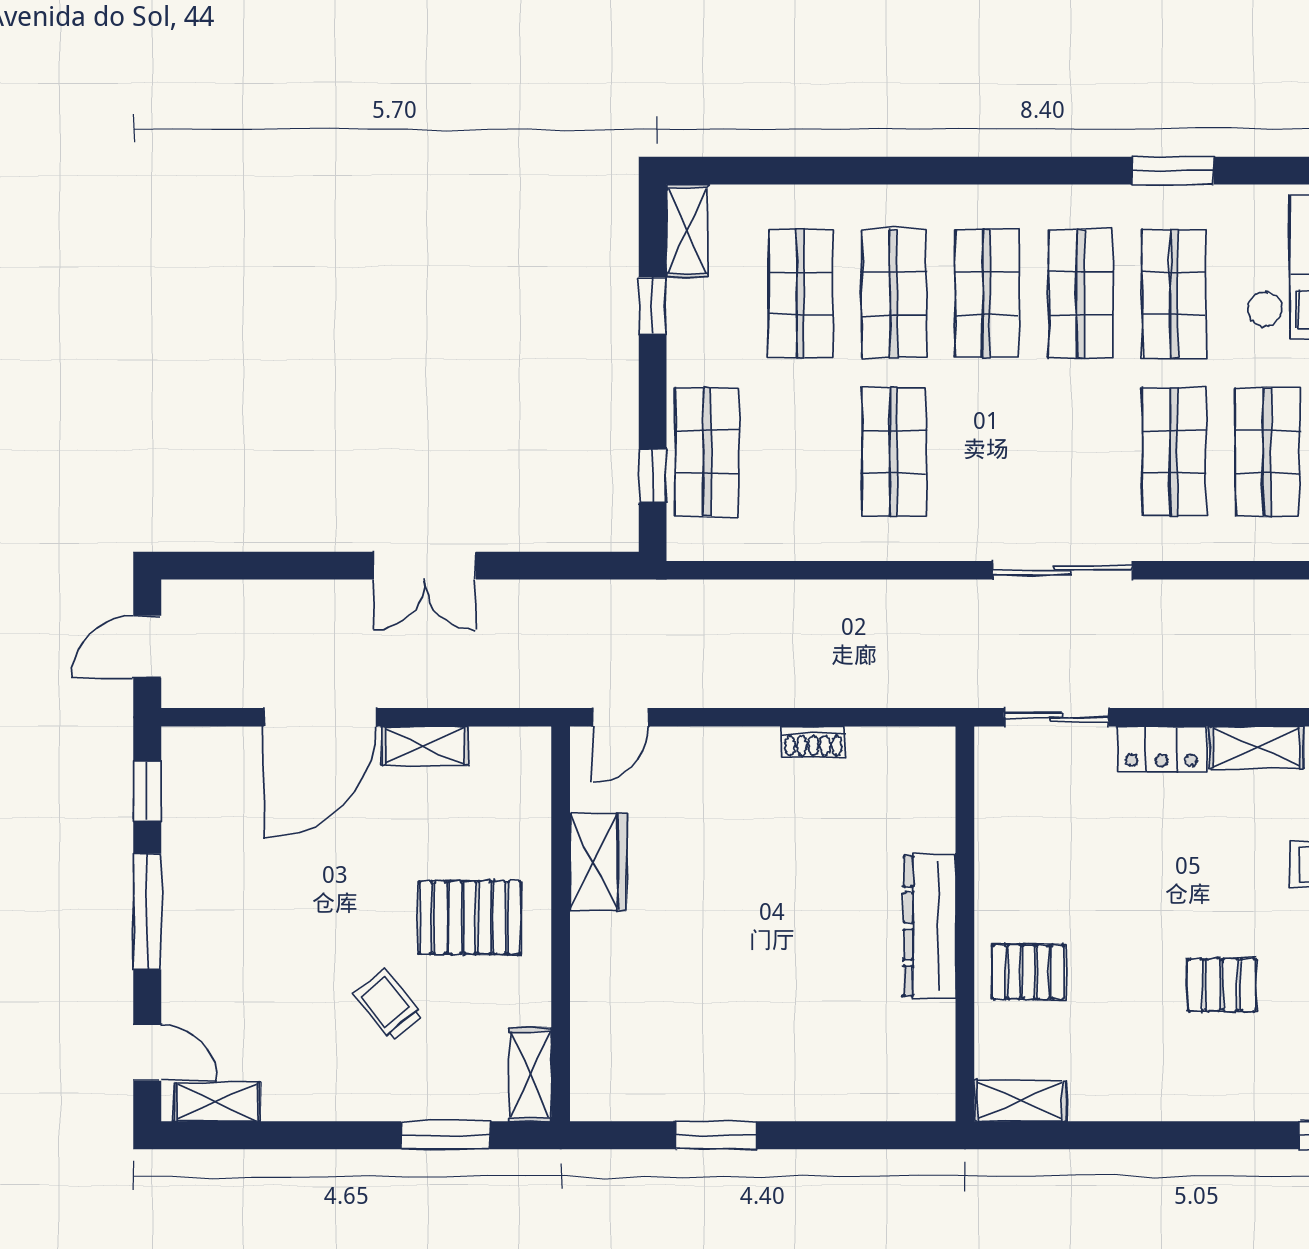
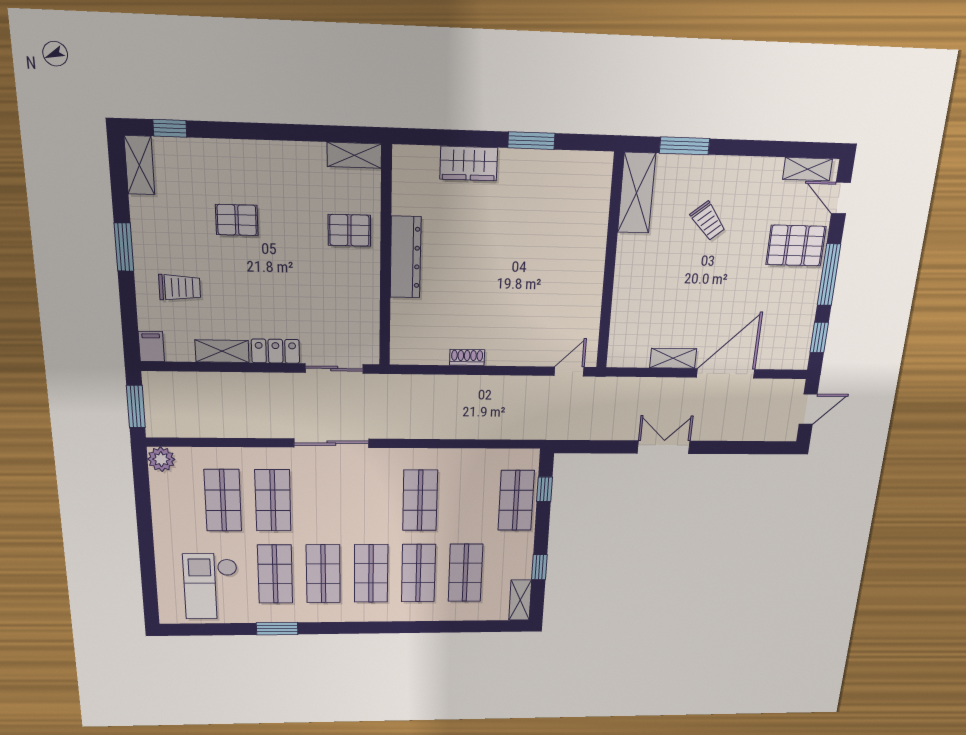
wardrobe: (598, 862) -> (469, 163), moved, turned -90
pallet: (470, 918) -> (796, 246), moved
shelving: (530, 1075) -> (637, 193), width x1.50, depth x1.33

